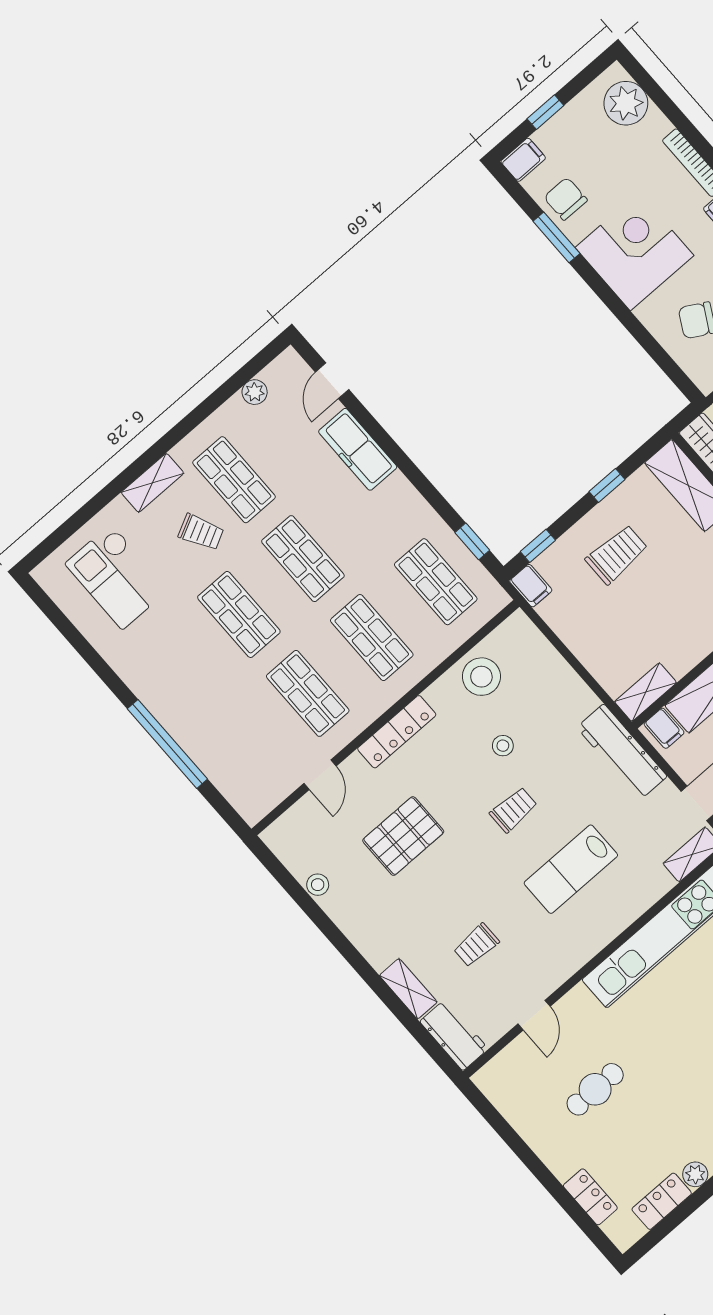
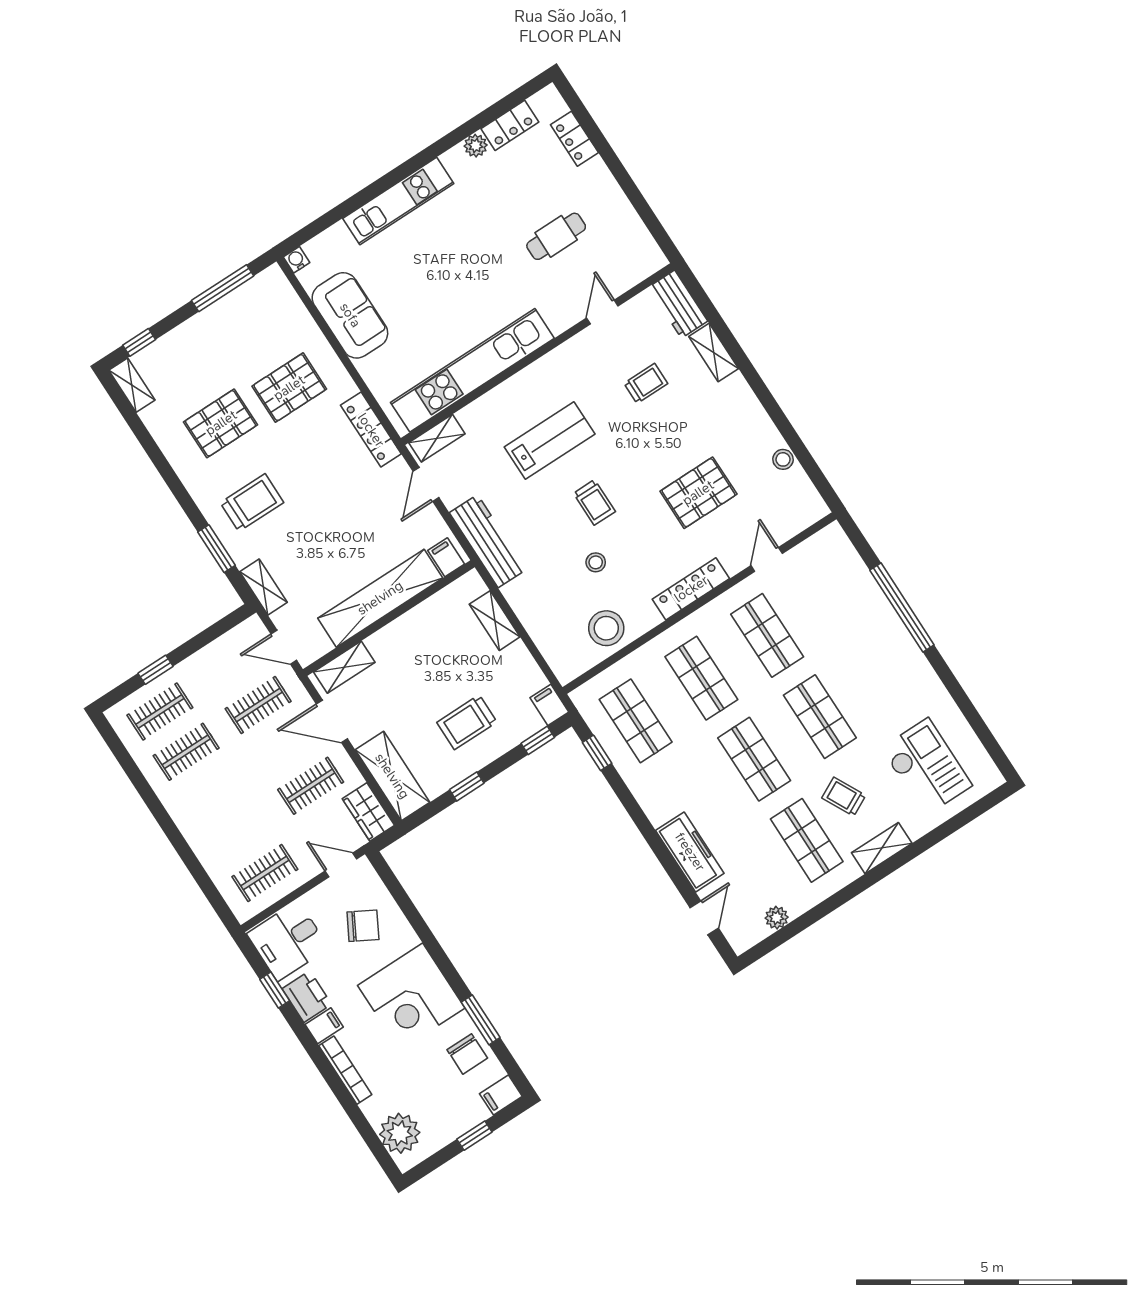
shelving: (646, 692) -> (495, 621), moved, turned 90
trolley: (513, 810) -> (594, 502), turned -90

